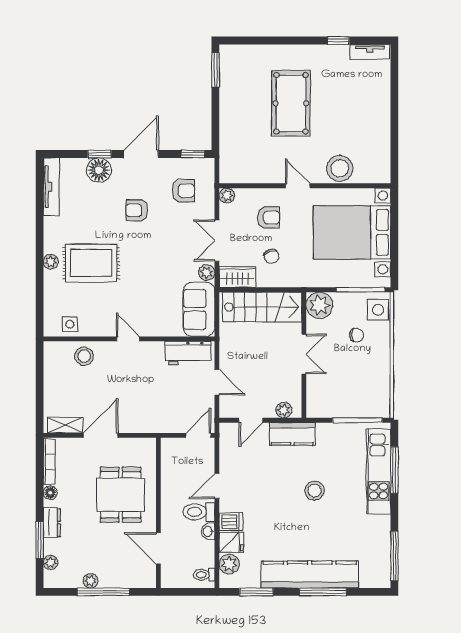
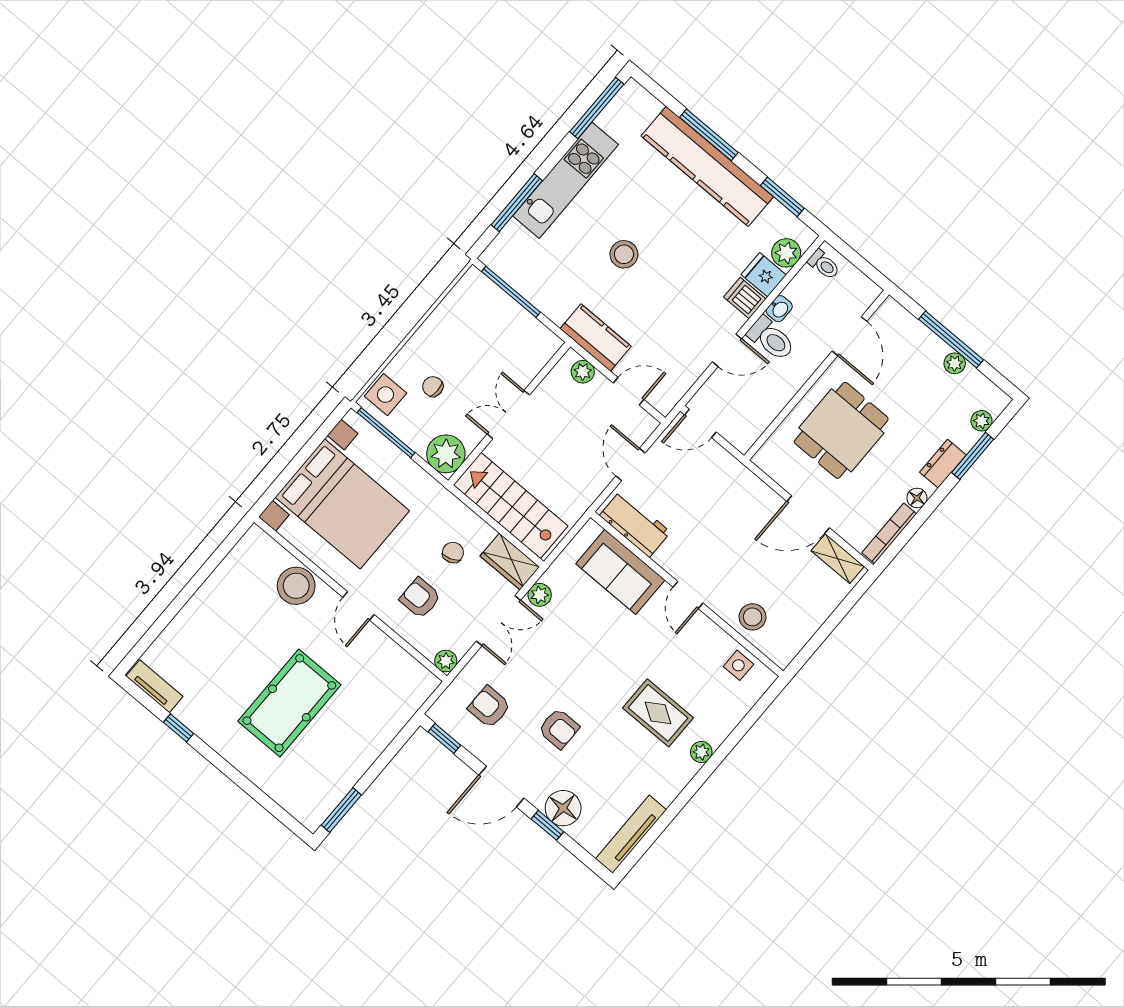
rug: (91, 263) -> (658, 713), width x0.73, depth x0.70
sofa: (199, 309) -> (620, 572), moved, turned 90
kitchen unit: (379, 471) -> (566, 180), moved

